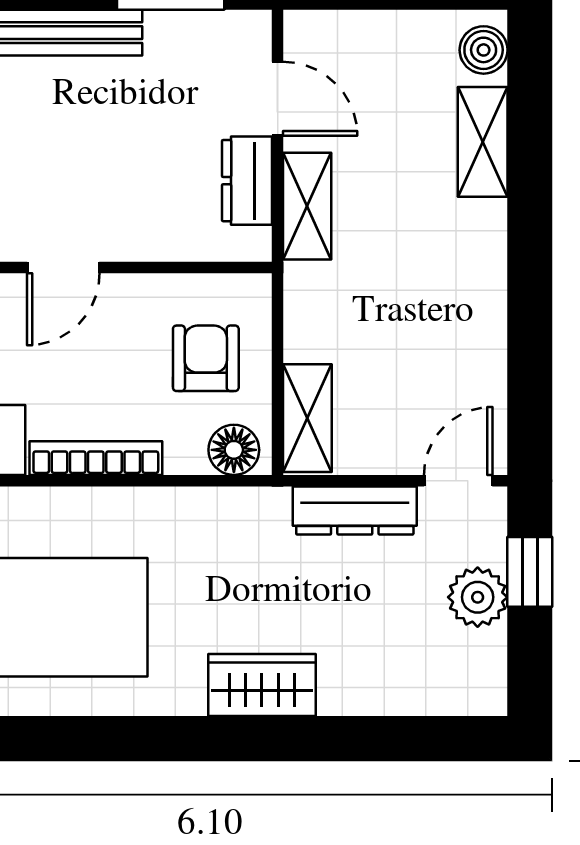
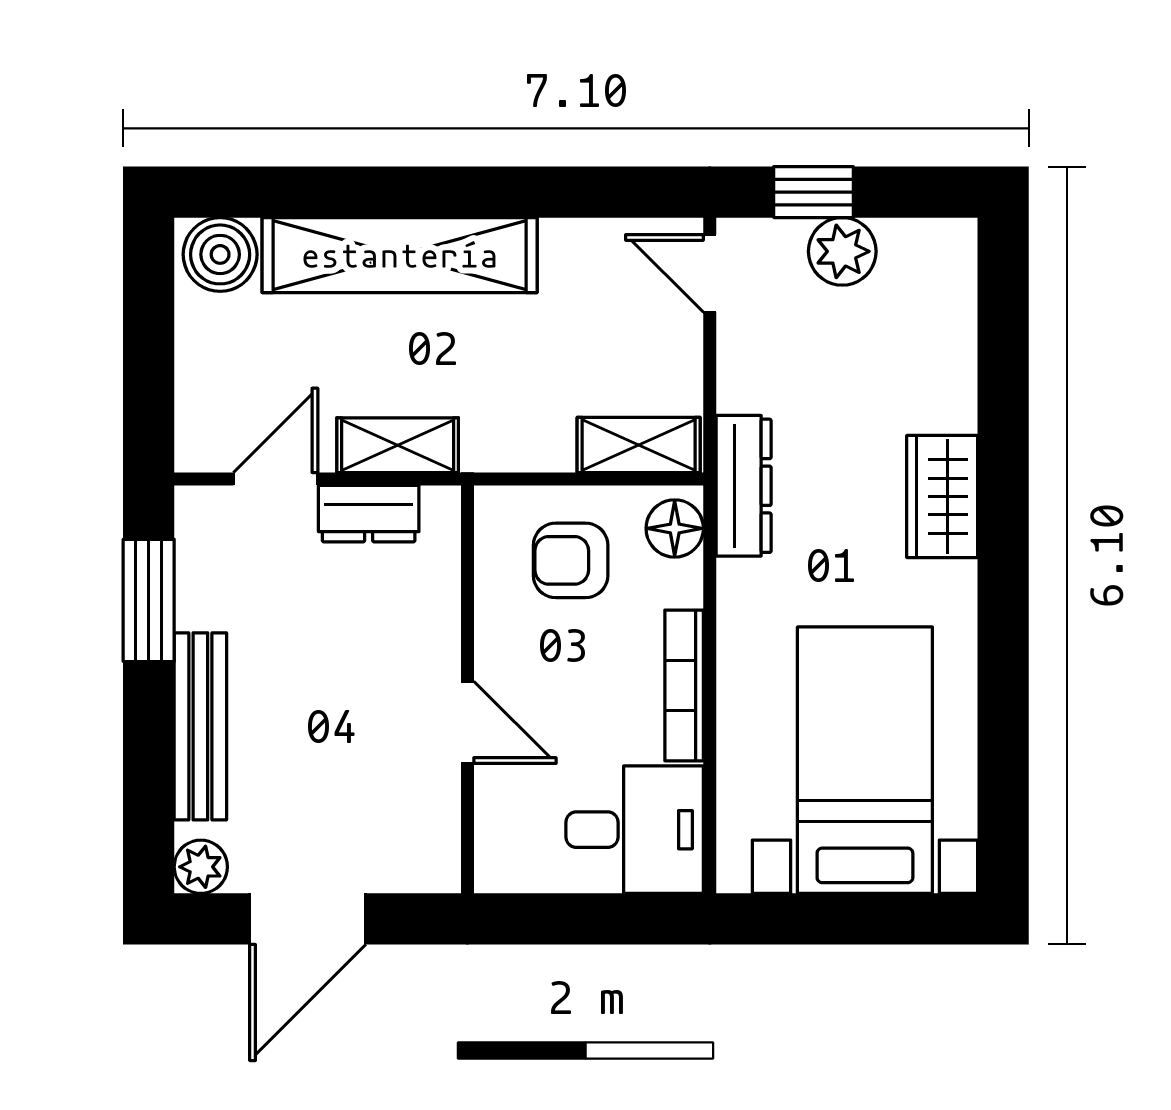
boiler: (484, 50) -> (220, 254), width x1.36, depth x1.36
shelving: (483, 142) -> (400, 255), width x2.20, depth x1.33
dresser: (355, 510) -> (744, 486), moved

